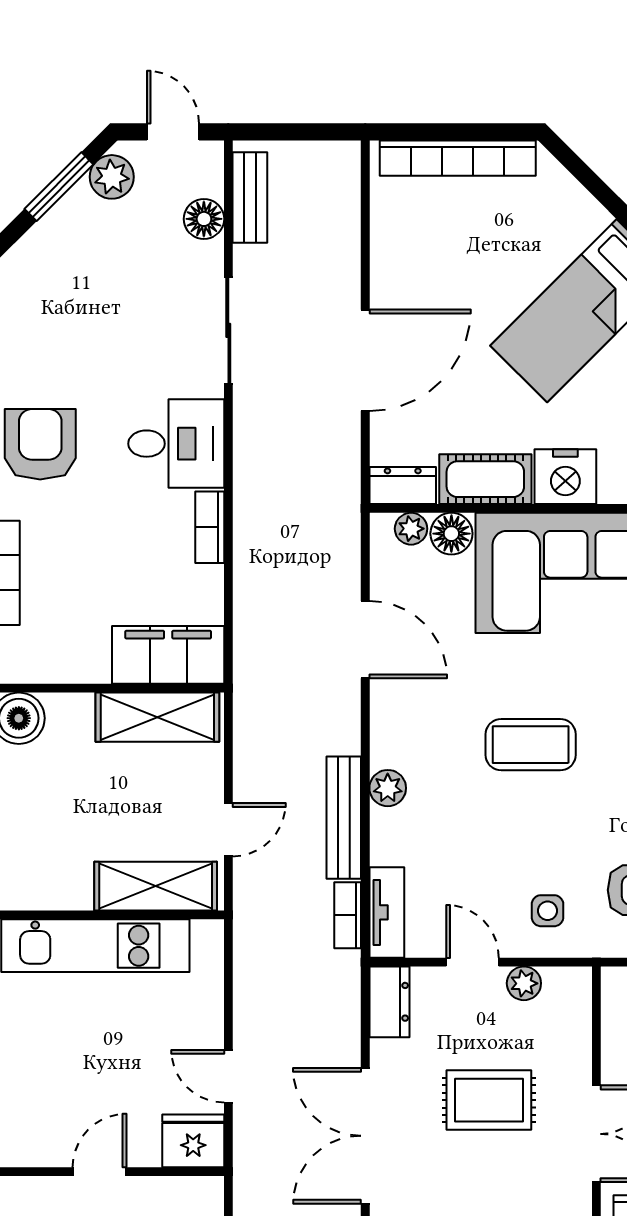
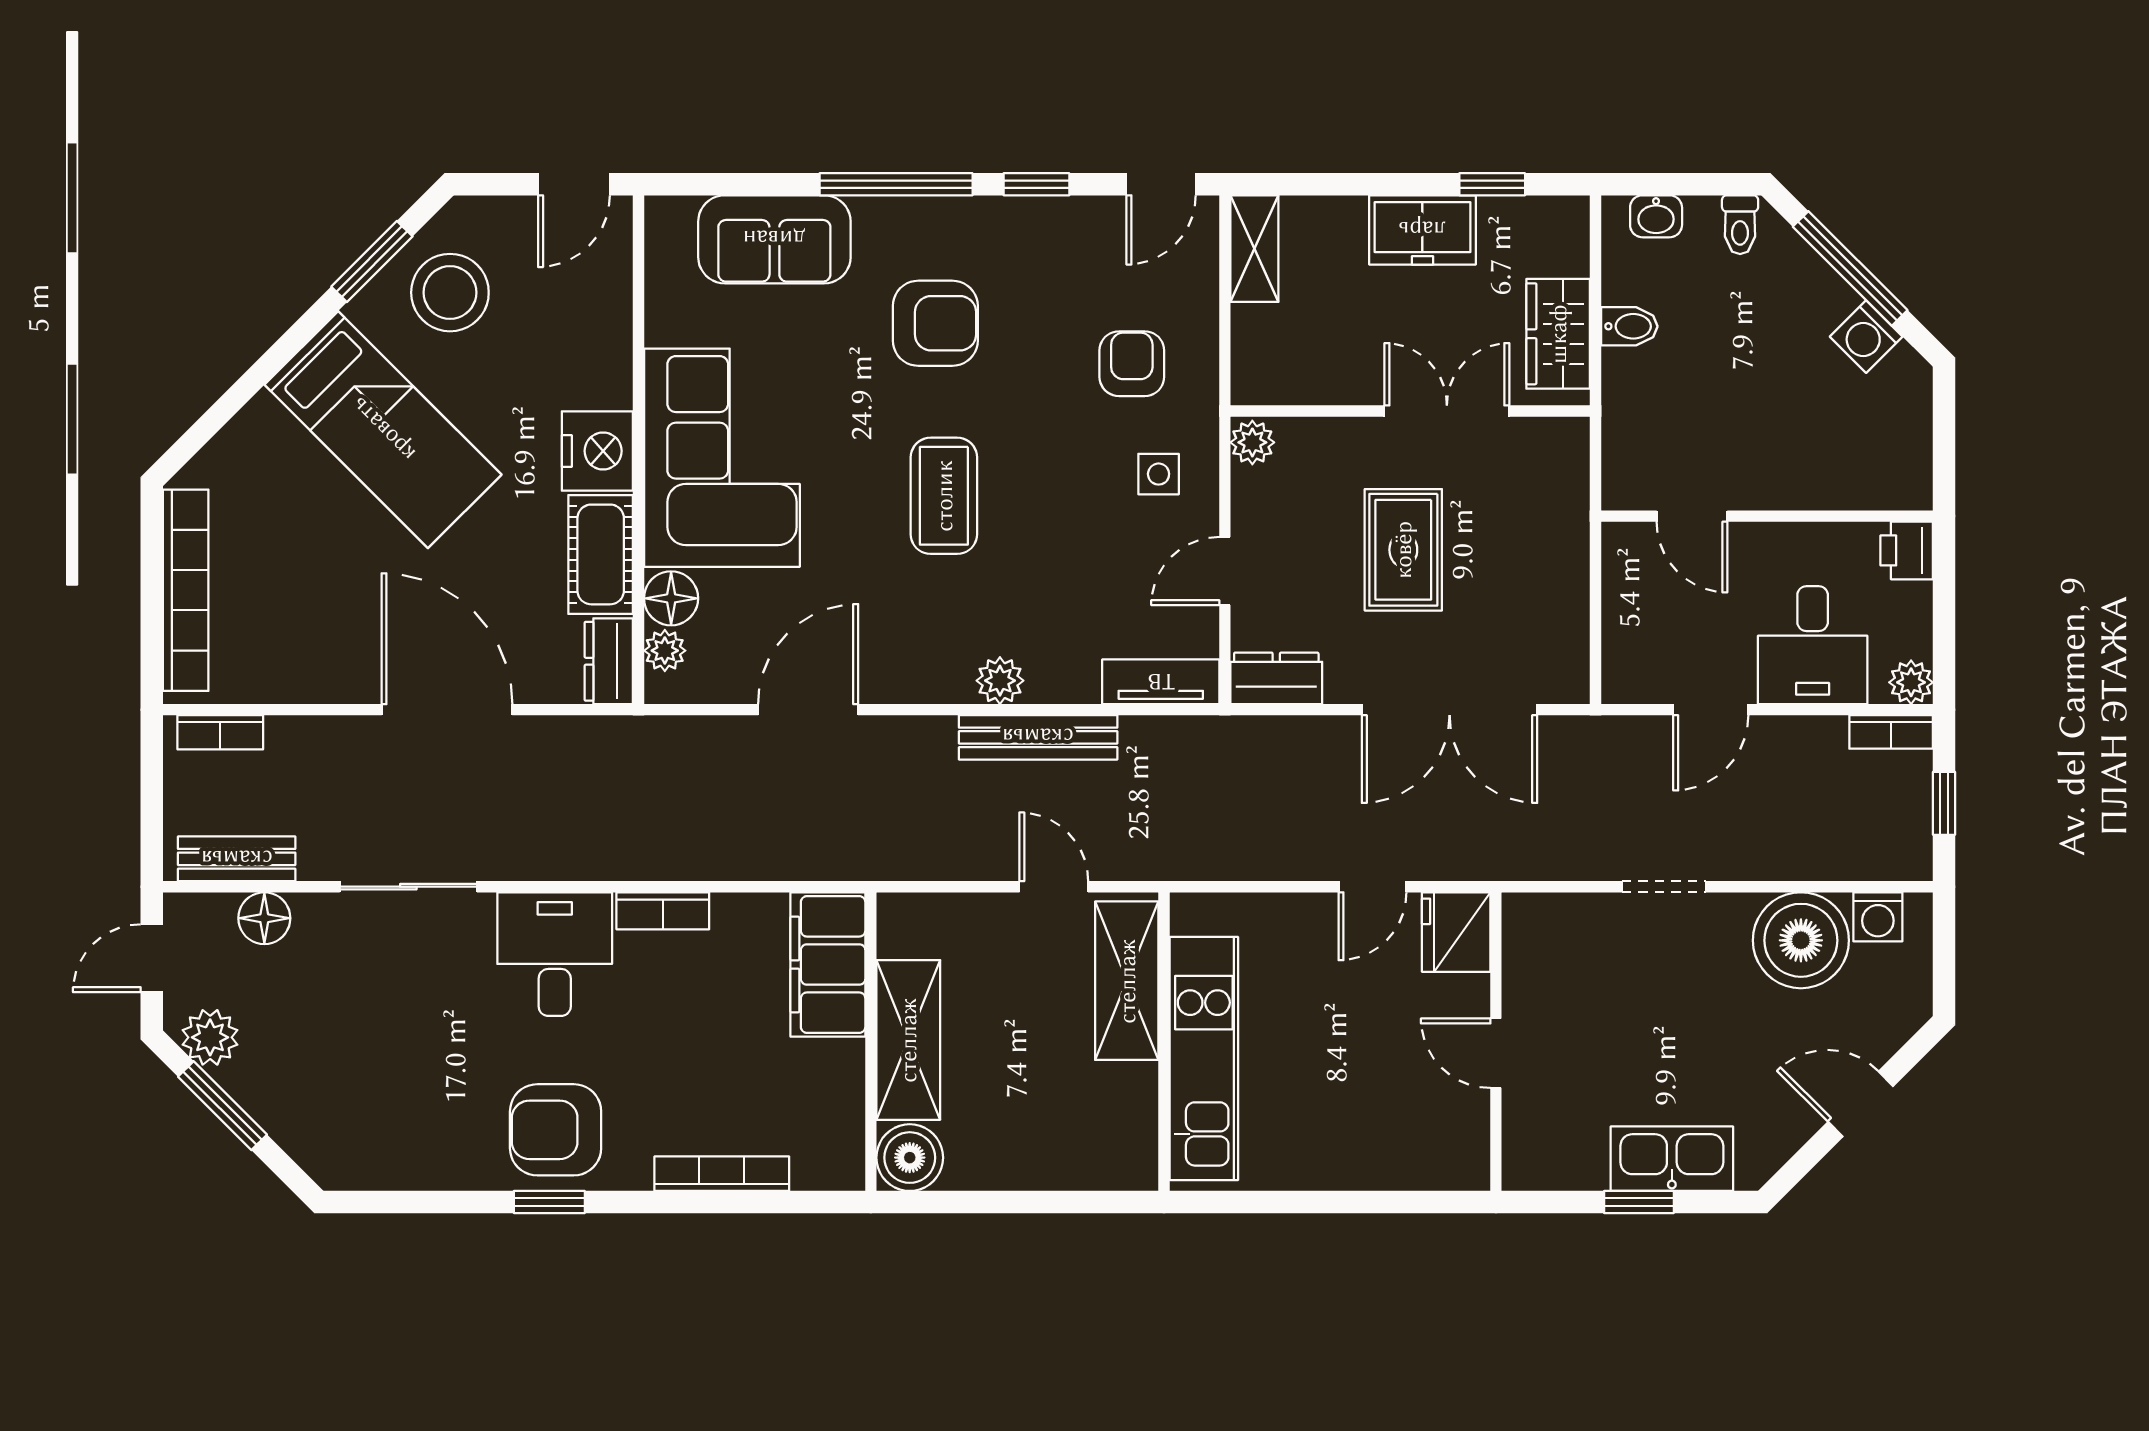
shelving: (157, 717) -> (908, 1040), moved
bookcase: (348, 915) -> (220, 732), moved
plant: (524, 983) -> (1252, 442), moved

